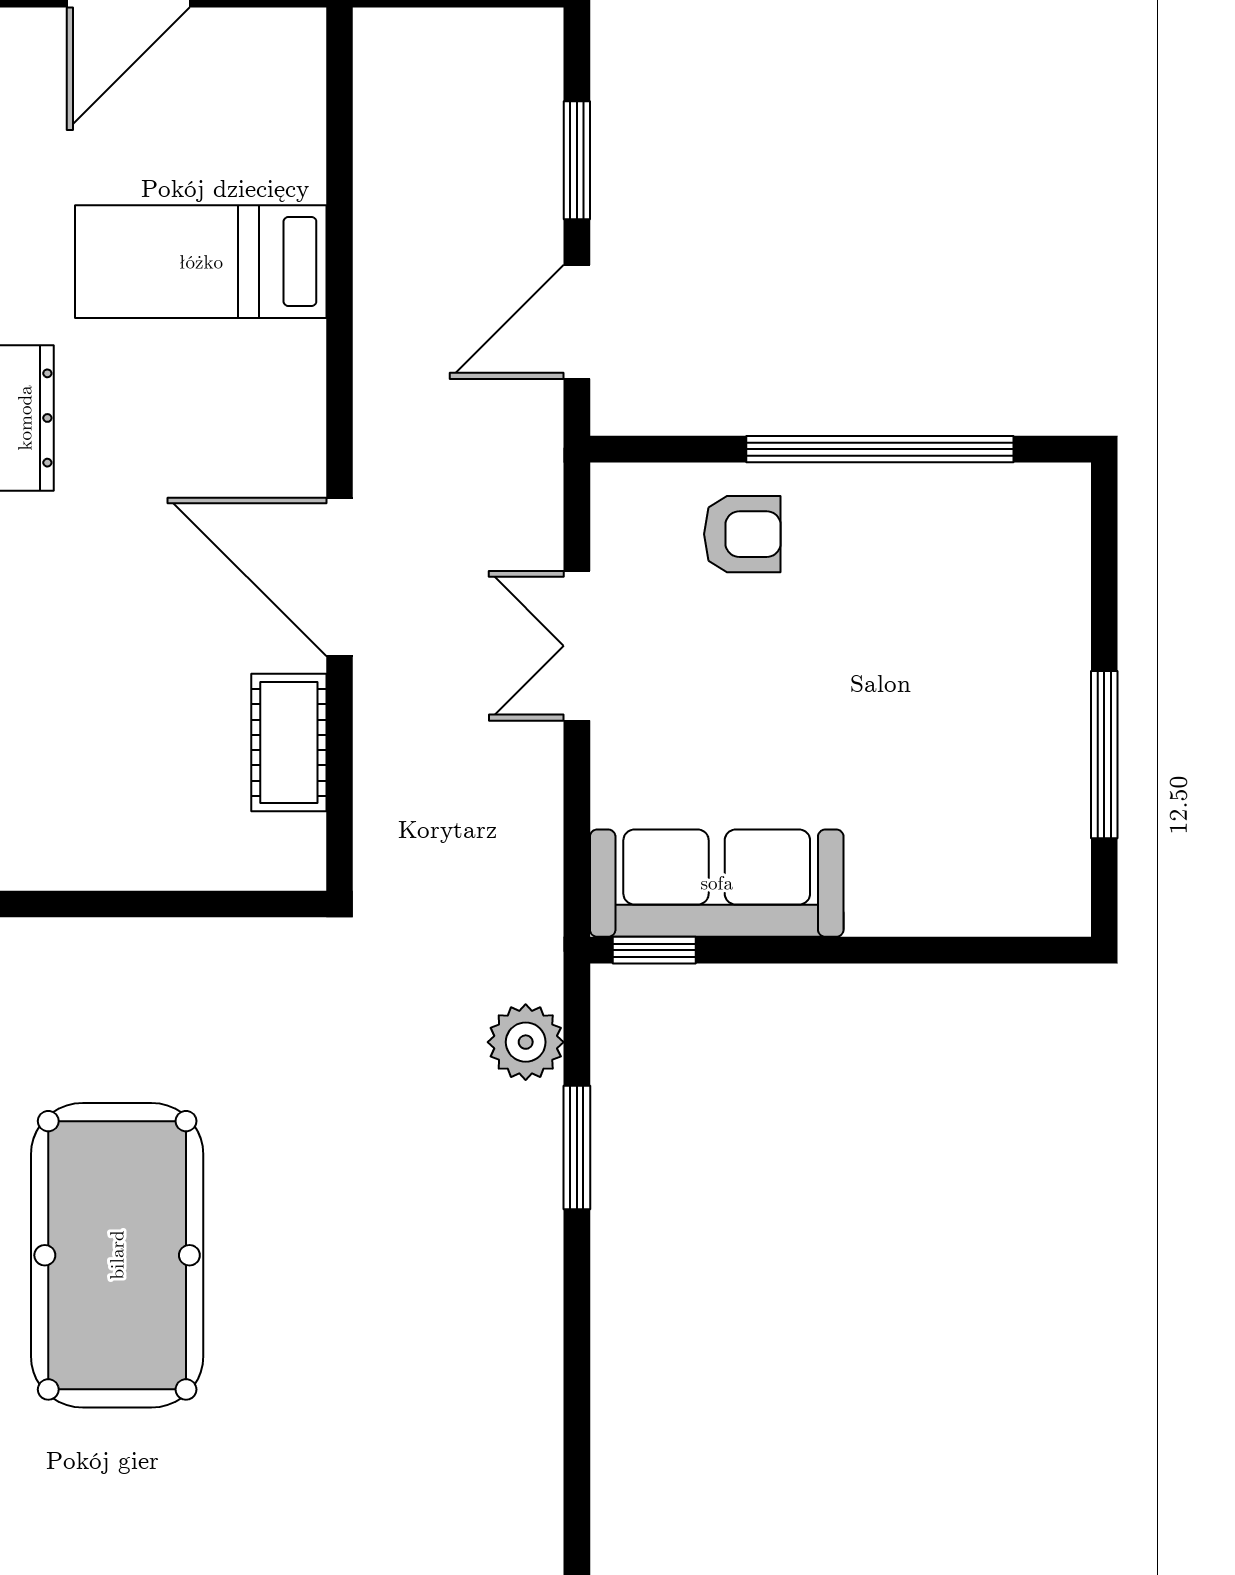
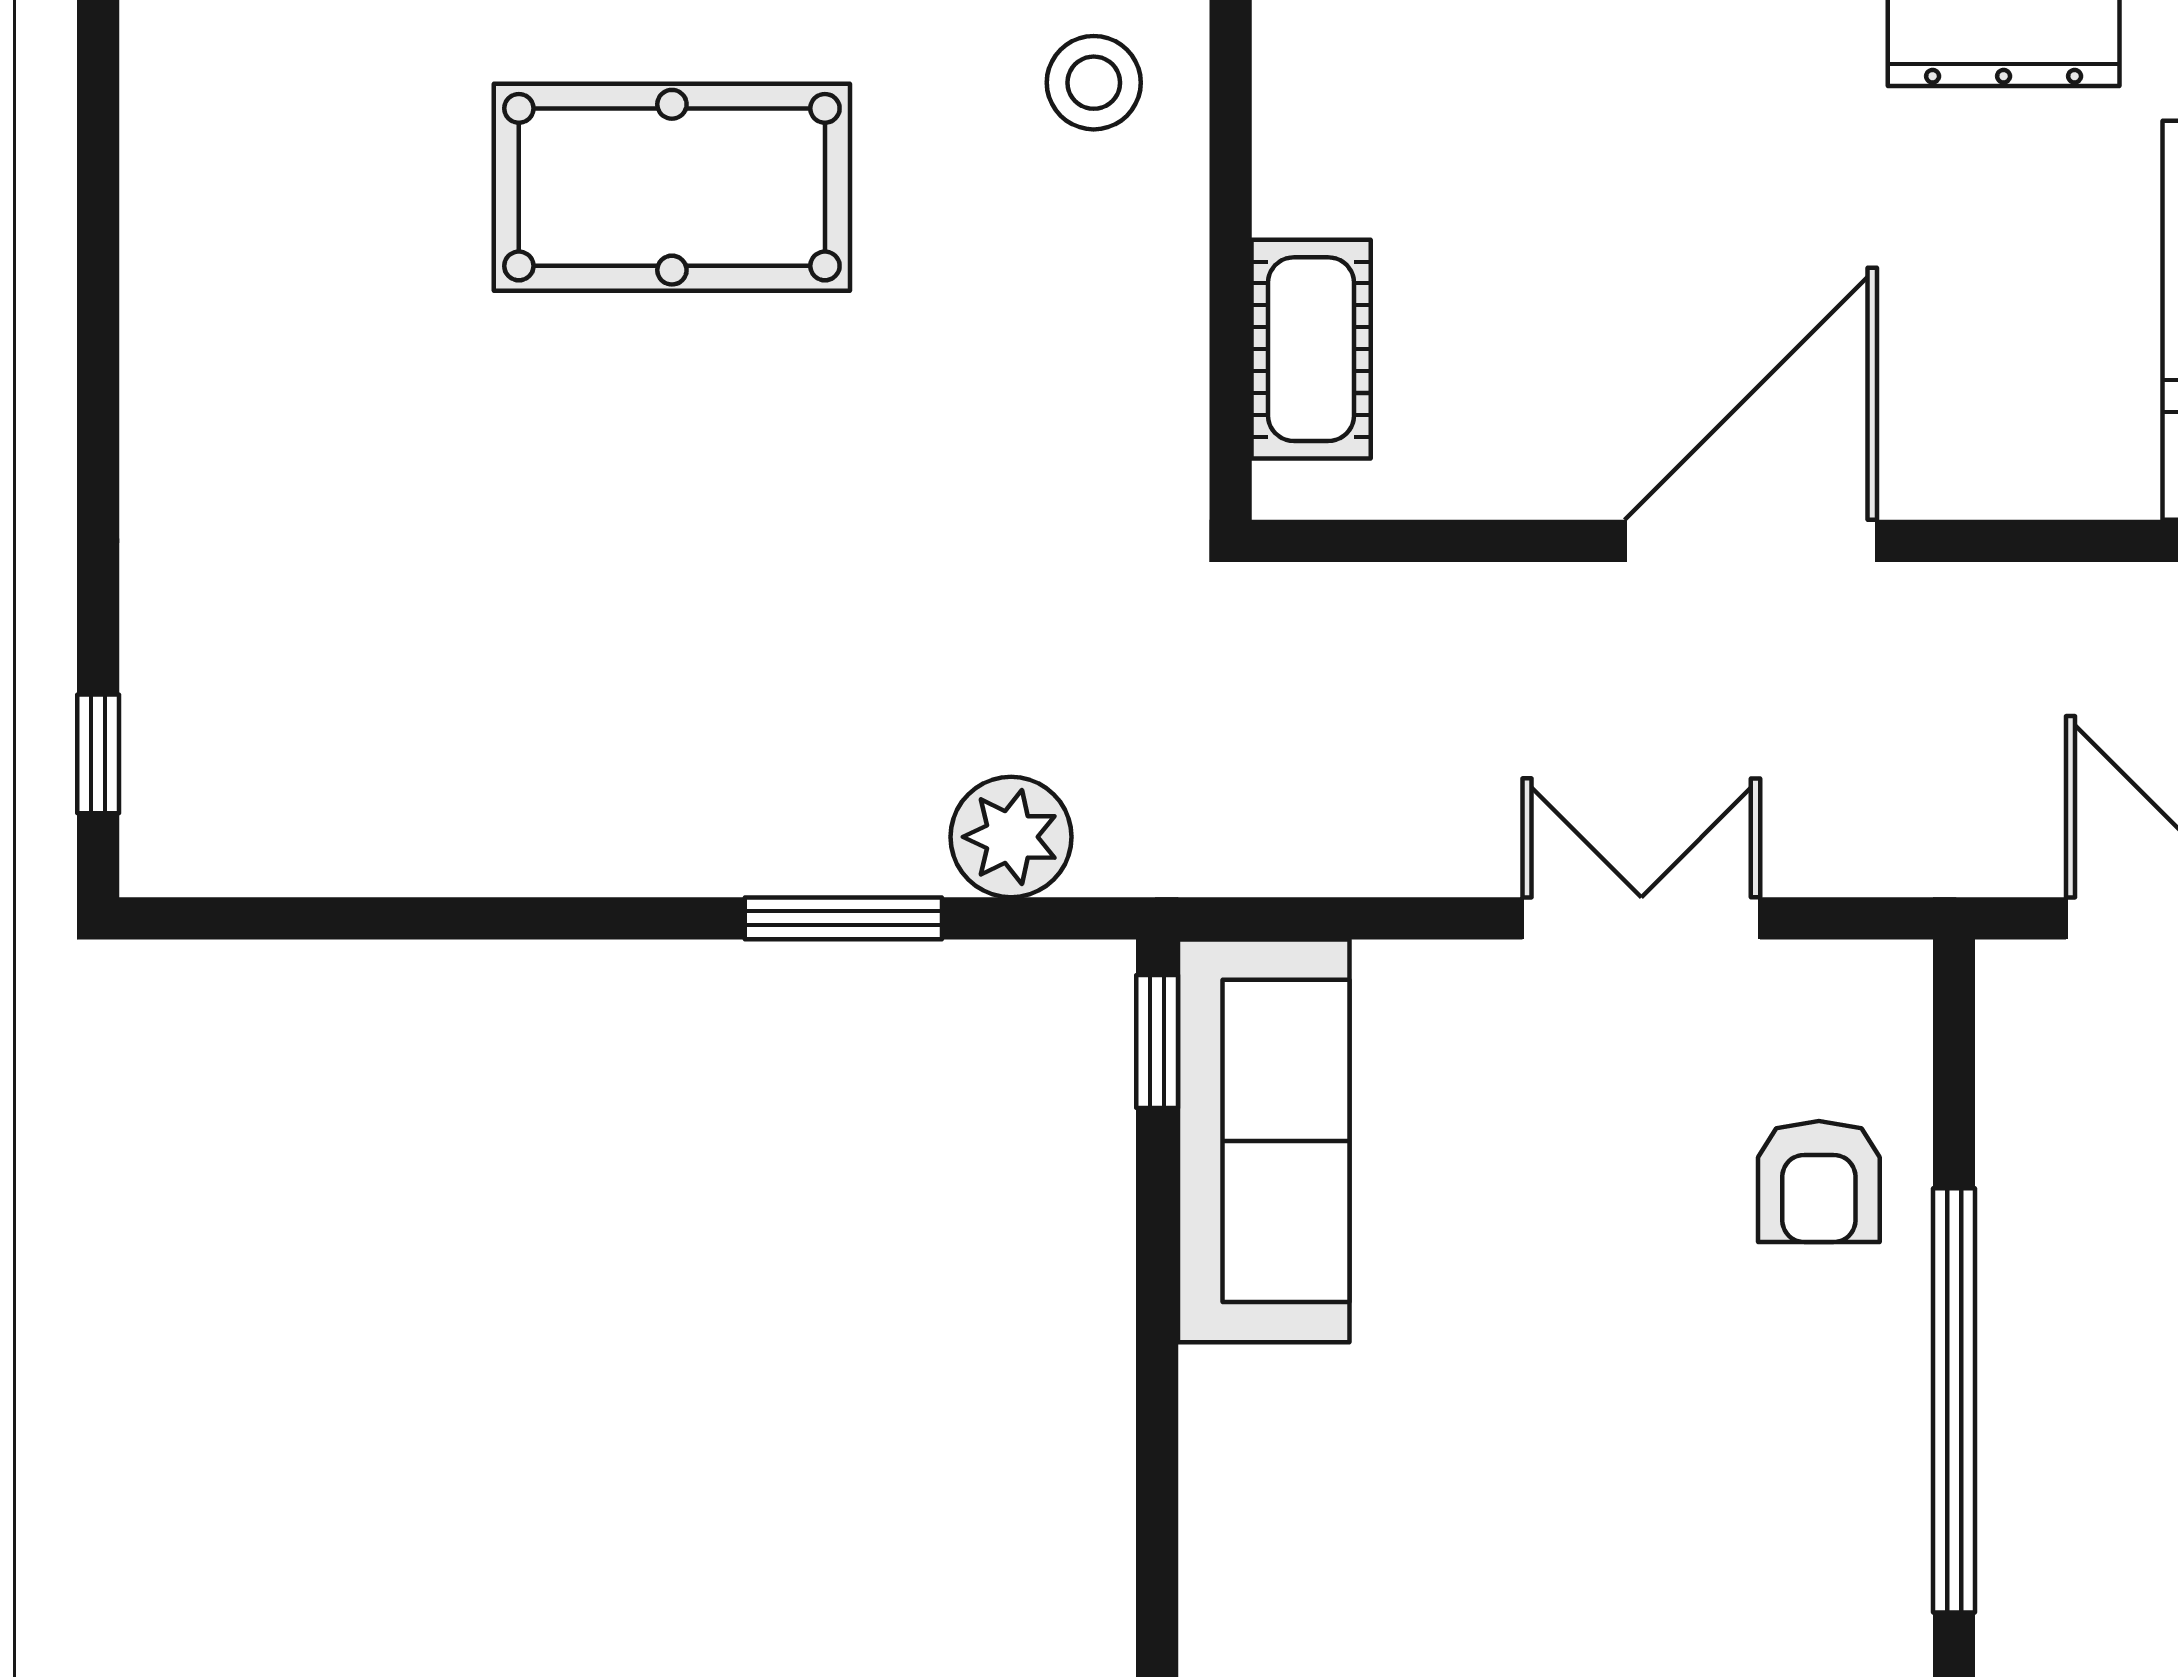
cot: (289, 742) -> (1311, 349), moved, turned 90
stool: (51, 990) -> (1094, 83), added
pool table: (117, 1255) -> (672, 187), width x0.73, depth x0.76

